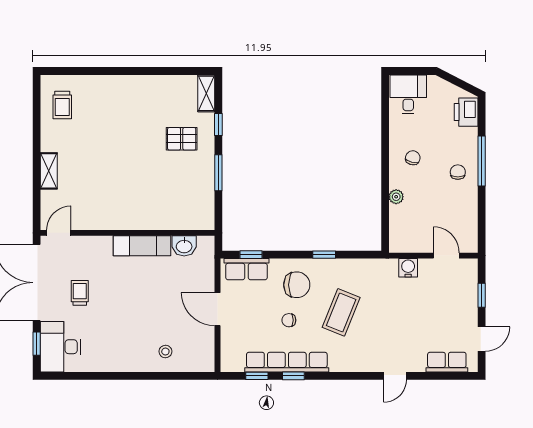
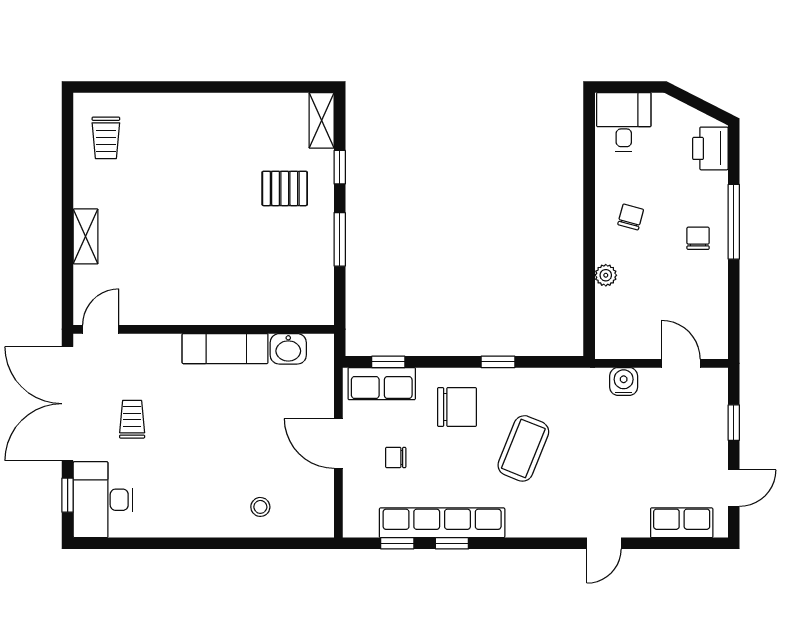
chair: (289, 320) -> (396, 457), moved

